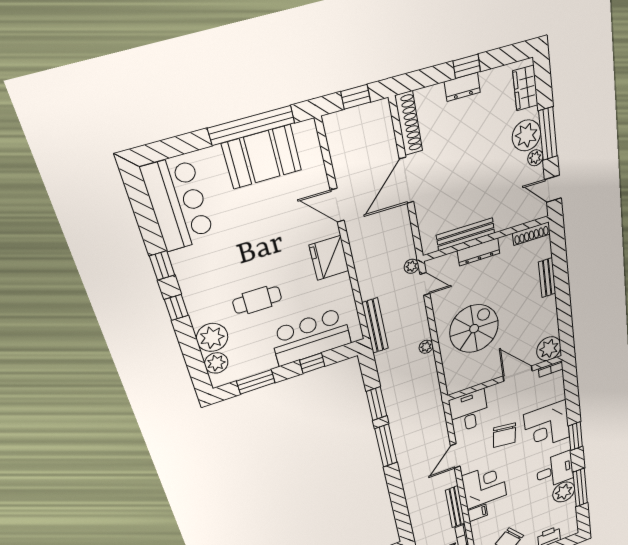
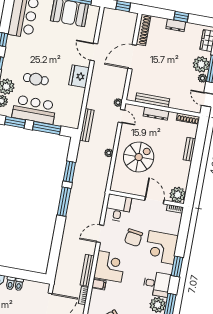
bar counter: (311, 337) -> (34, 110), moved
window: (312, 363) -> (47, 128), width x2.17

